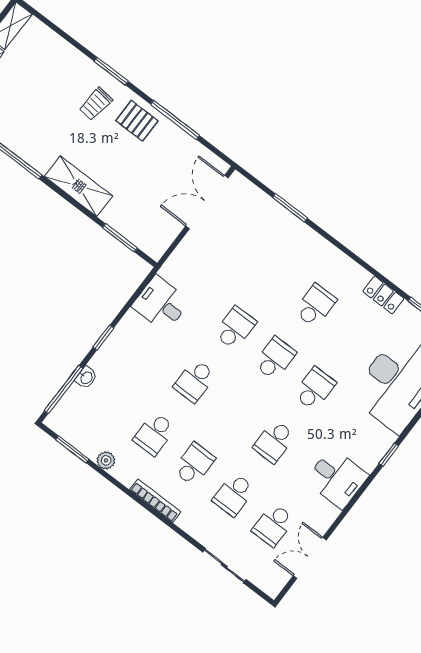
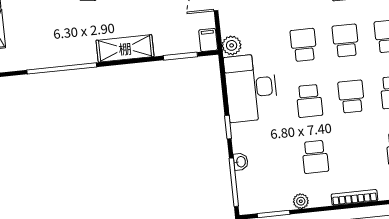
filing cabinet: (157, 246) -> (208, 40), added
plant: (173, 270) -> (232, 45), added
desk: (161, 304) -> (251, 88), width x1.87, depth x1.30
school desk: (194, 464) -> (351, 97), moved

